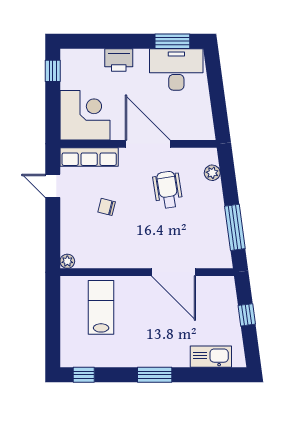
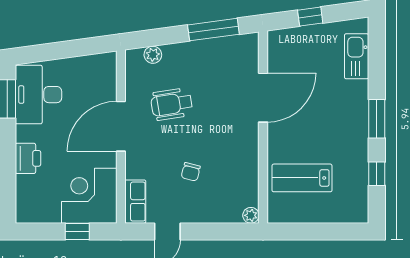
window: (53, 71) -> (77, 231), moved
row of seats: (89, 157) -> (135, 202), width x0.68
window: (84, 375) -> (377, 174), moved

